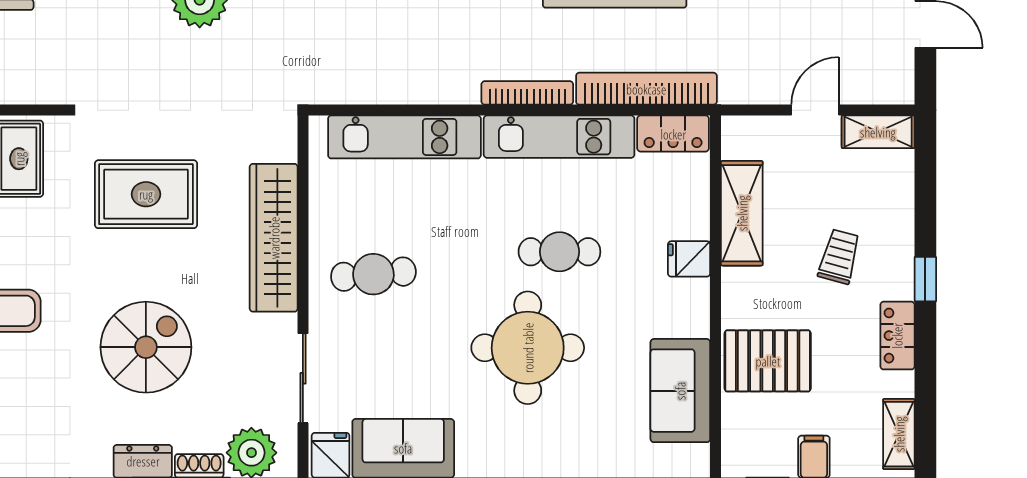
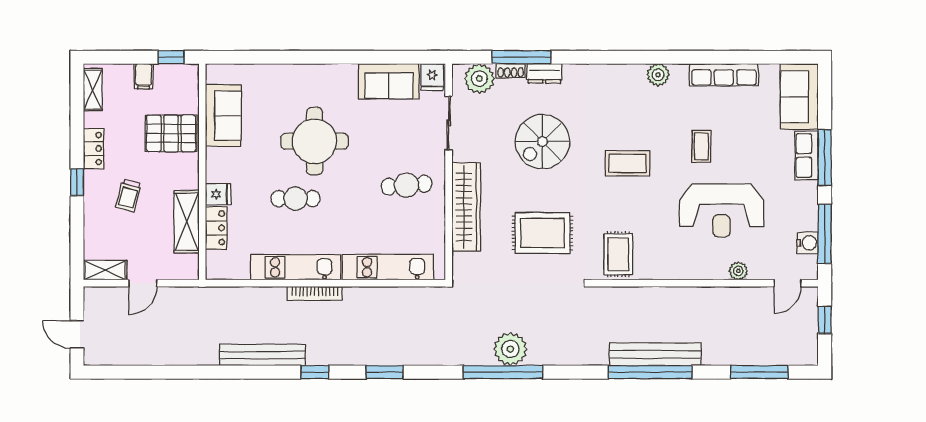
bookcase: (646, 89) -> (244, 296), removed
locker: (673, 134) -> (216, 228), moved, turned 90

